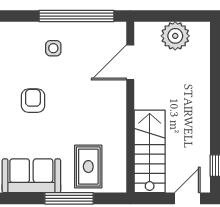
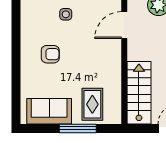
armchair: (33, 101) -> (50, 54), turned 90

